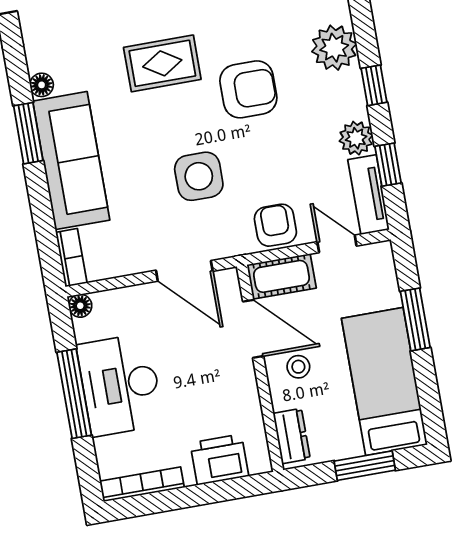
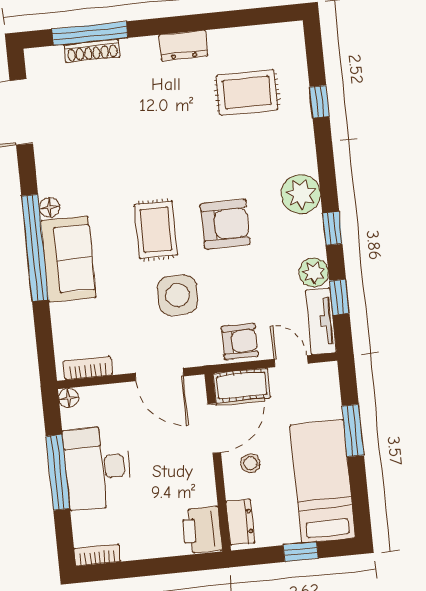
rug: (162, 63) -> (156, 230), moved, turned 90
window: (28, 133) -> (35, 248), width x2.11
sofa: (71, 161) -> (68, 259), width x0.73
armchair: (275, 225) -> (240, 341), turned 90
bookcase: (71, 258) -> (88, 368), moved, turned -90
door: (253, 329) -> (214, 428), hinge flipped
printer: (219, 460) -> (202, 530), moved, turned -90
window: (365, 466) -> (301, 552), width x0.67
bookcase: (142, 484) -> (97, 555), width x0.64

